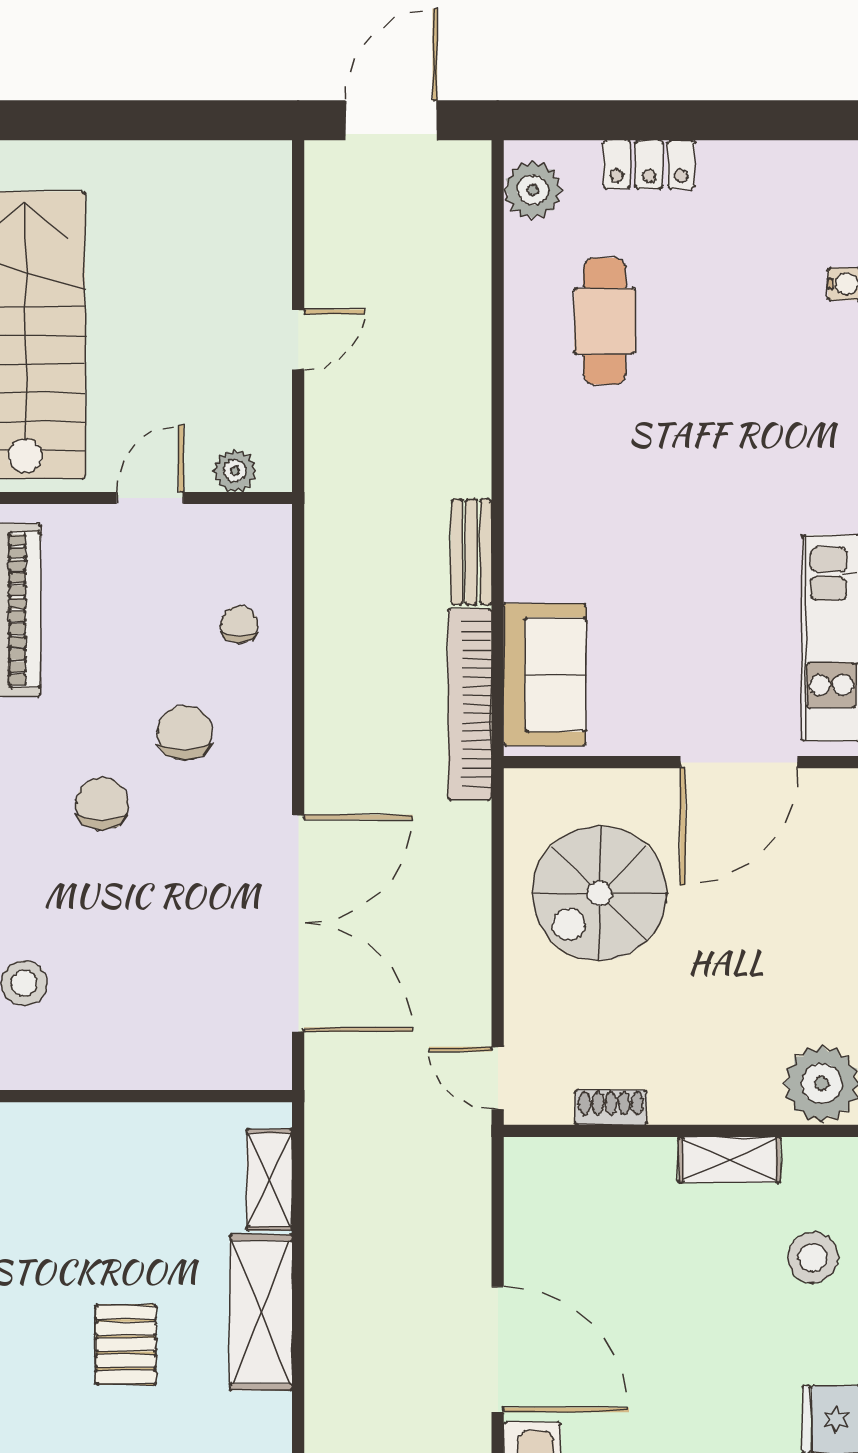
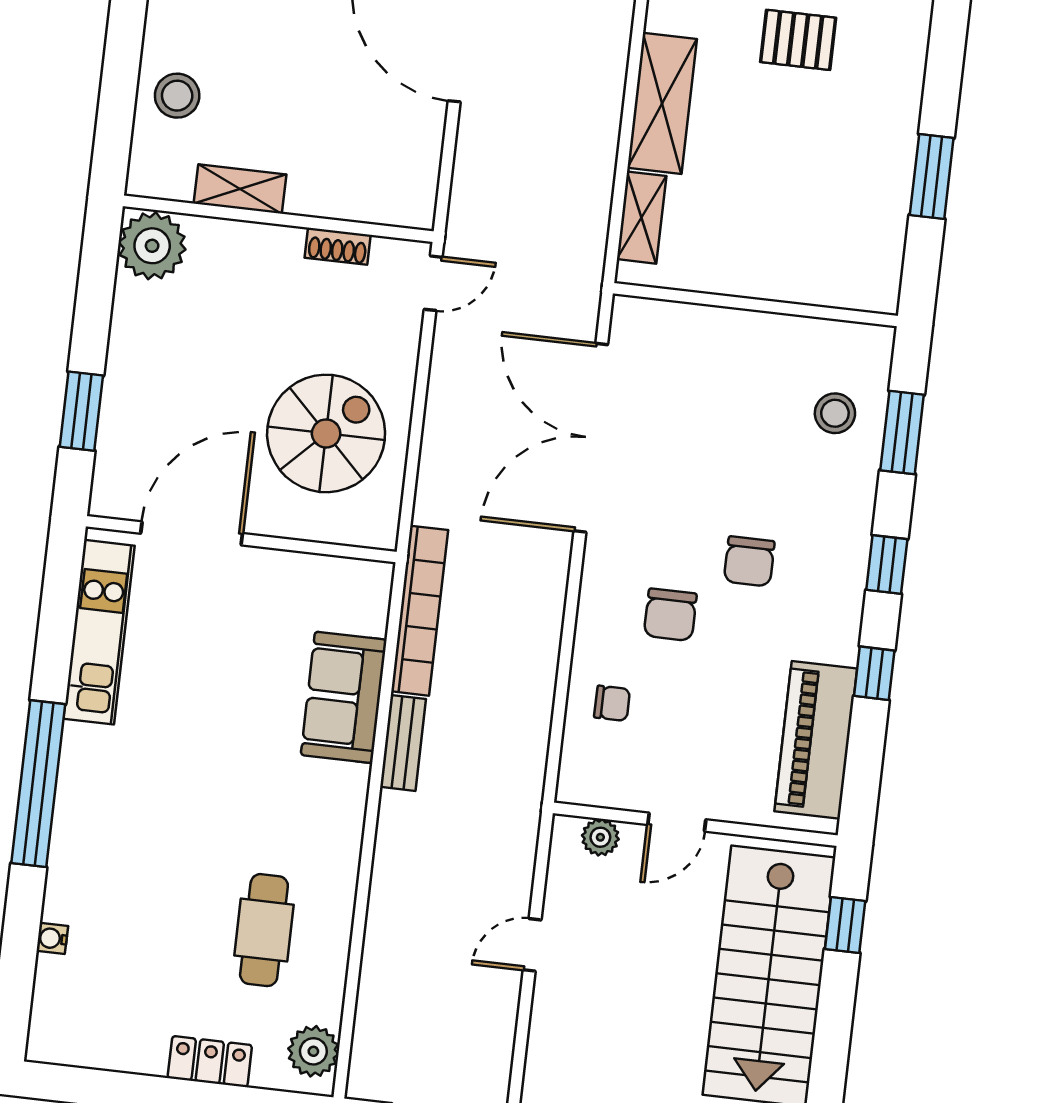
chair: (239, 624) -> (612, 703), turned -90
sofa: (545, 675) -> (344, 697), moved
door: (498, 1078) -> (433, 283), hinge flipped
pallet: (126, 1345) -> (798, 40), moved, turned 90

